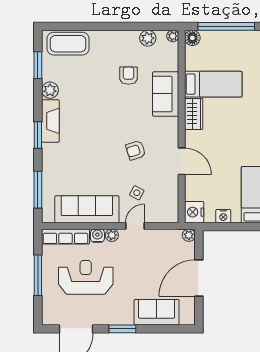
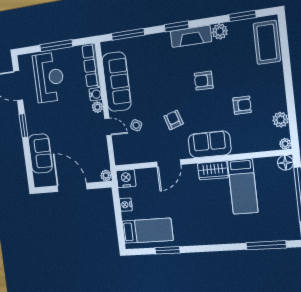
sofa: (166, 94) -> (210, 144), moved
armchair: (98, 113) -> (204, 81), added
reception desk: (86, 277) -> (49, 77), moved

